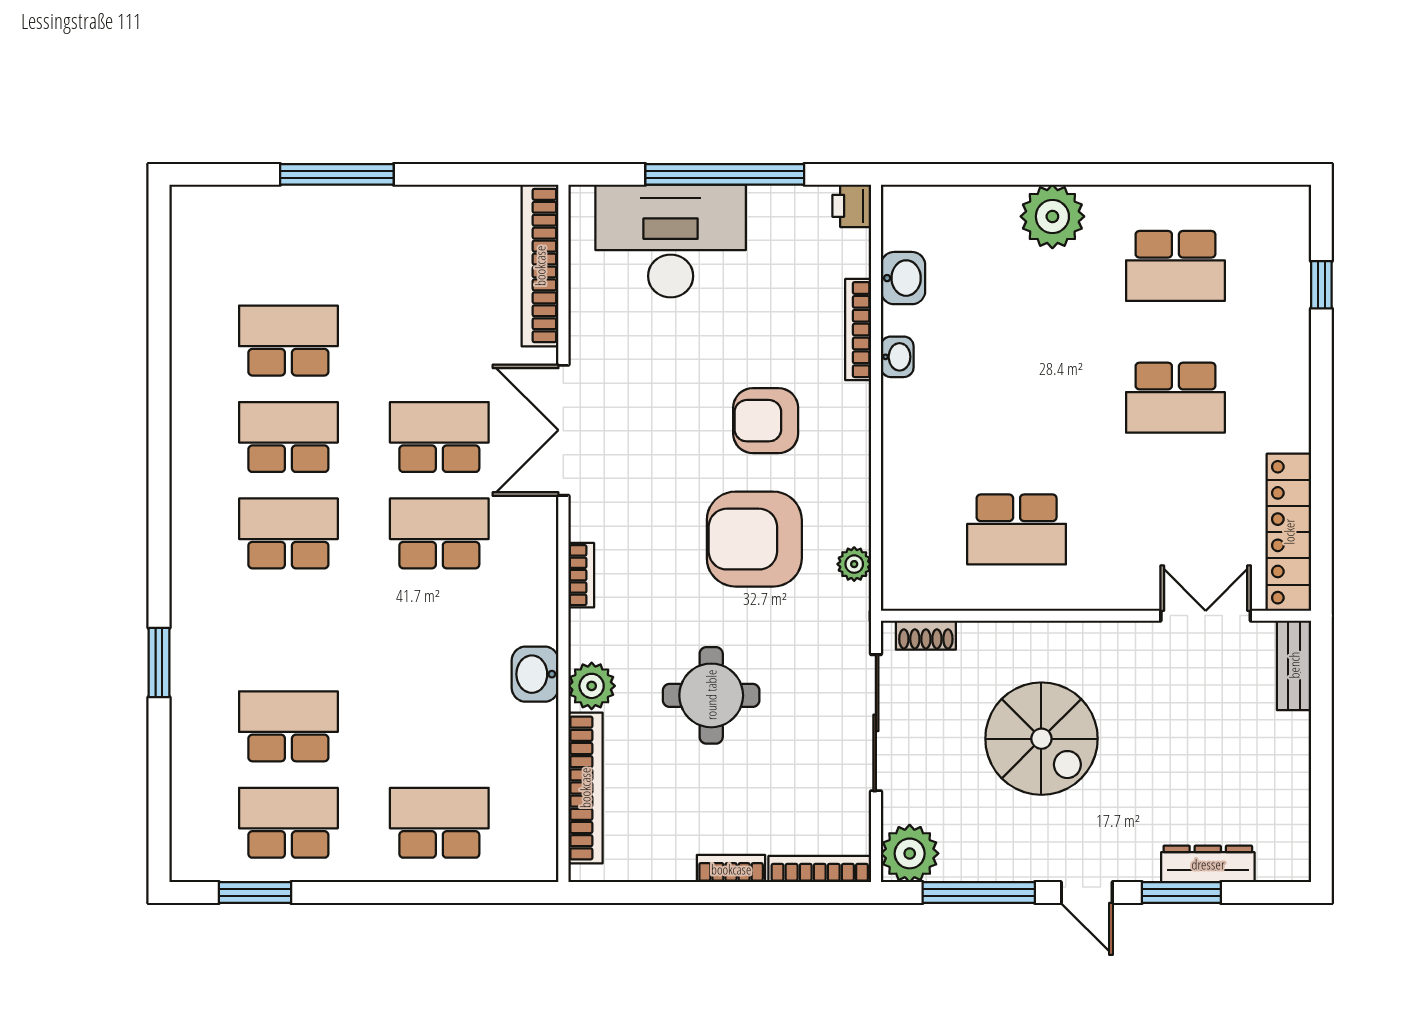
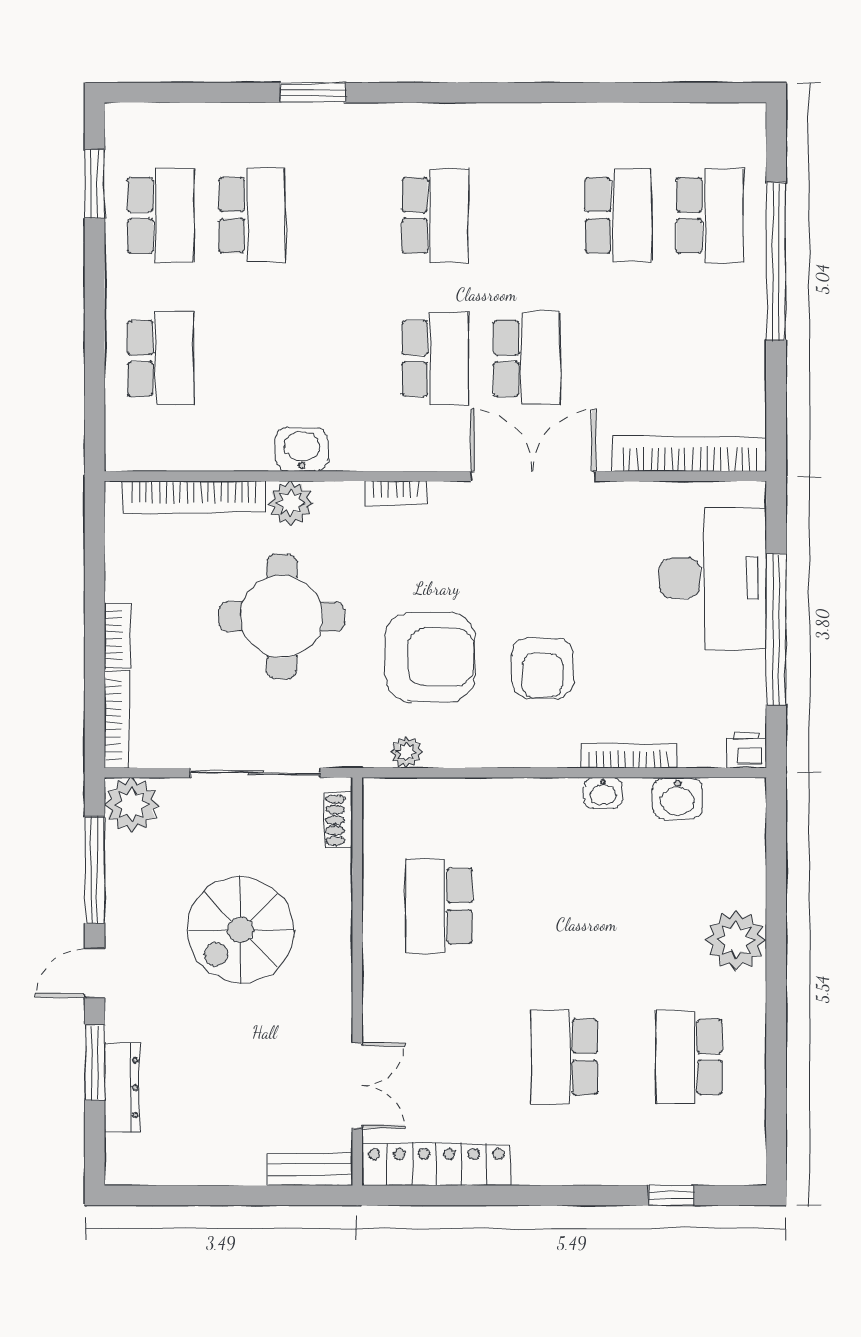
window: (337, 174) -> (776, 261), width x1.46
armchair: (766, 421) -> (542, 668), turned 180
school desk: (288, 437) -> (710, 215), moved
armchair: (754, 539) -> (430, 657), turned 90
round table: (711, 695) -> (282, 616), width x1.36, depth x1.36

